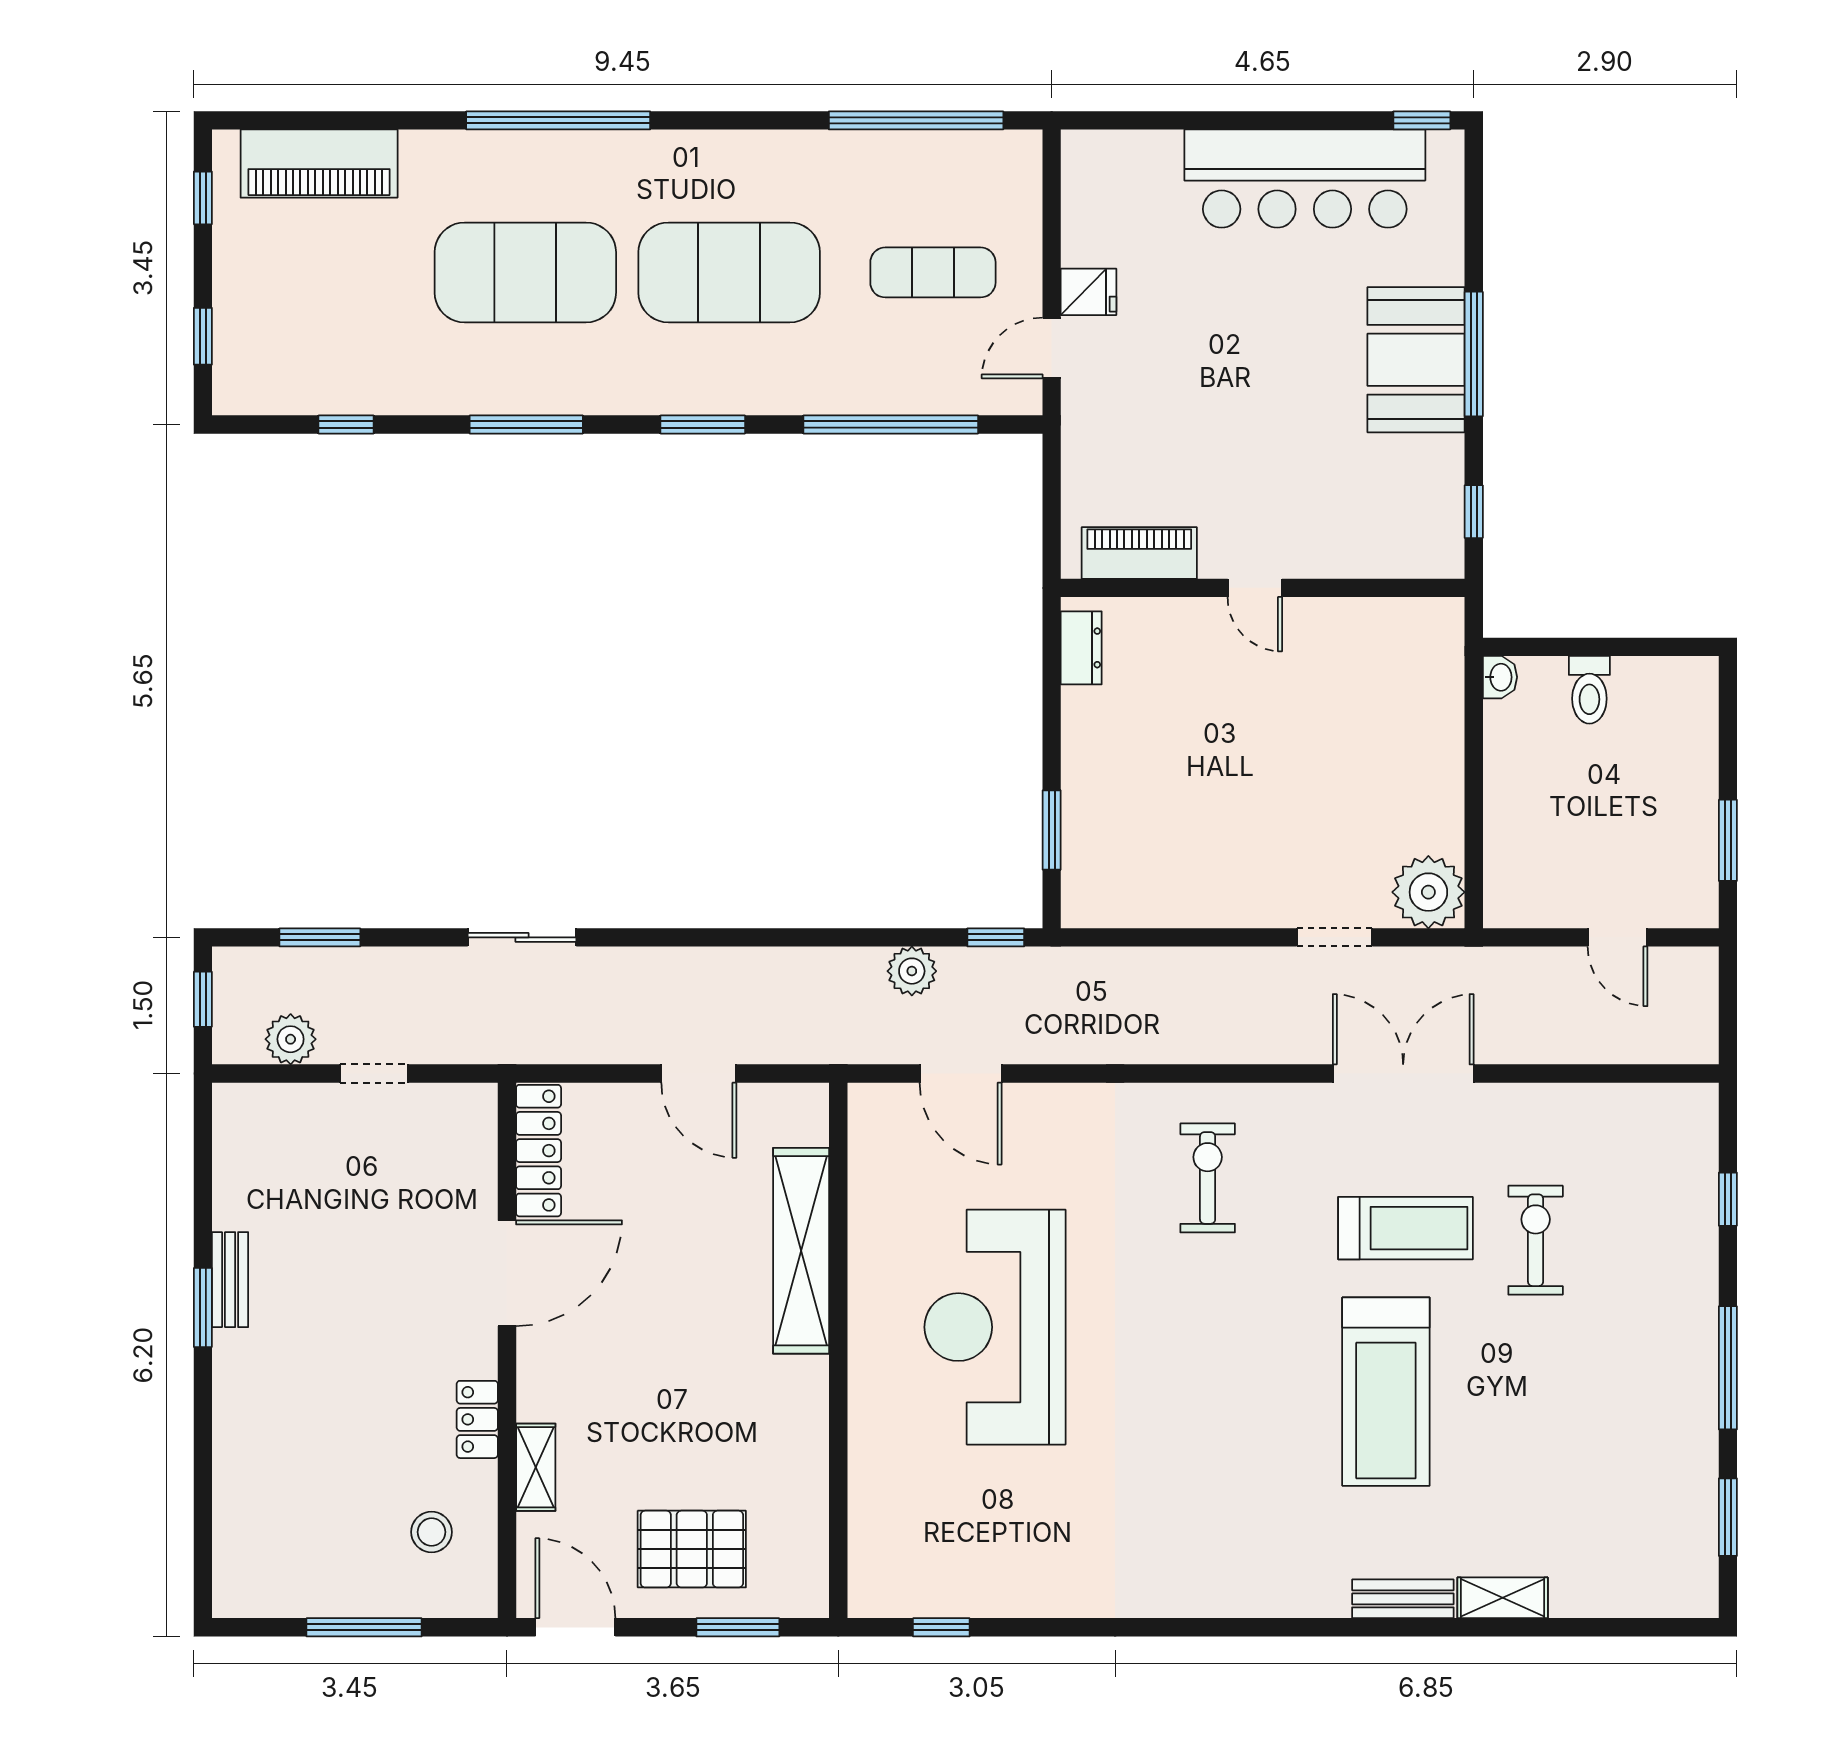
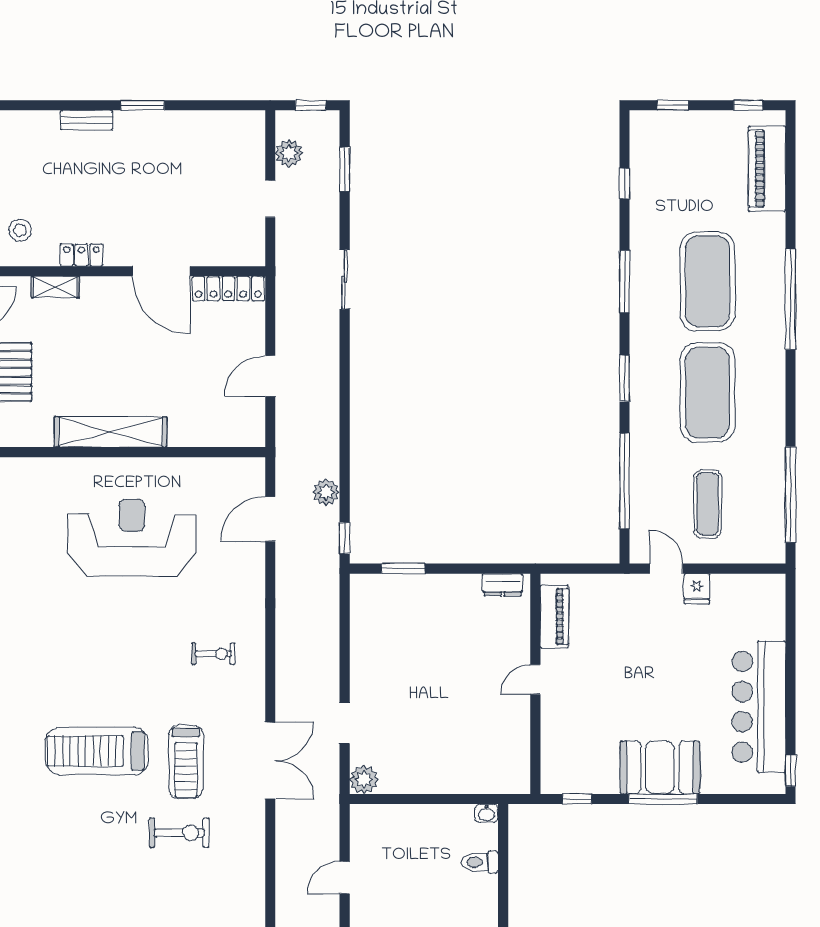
plant: (1428, 892) -> (364, 780), width x0.73, depth x0.73
exercise bike: (1208, 1178) -> (213, 654), width x0.73, depth x0.72
shelving: (801, 1251) -> (110, 432), moved
bench: (230, 1280) -> (87, 120), moved

